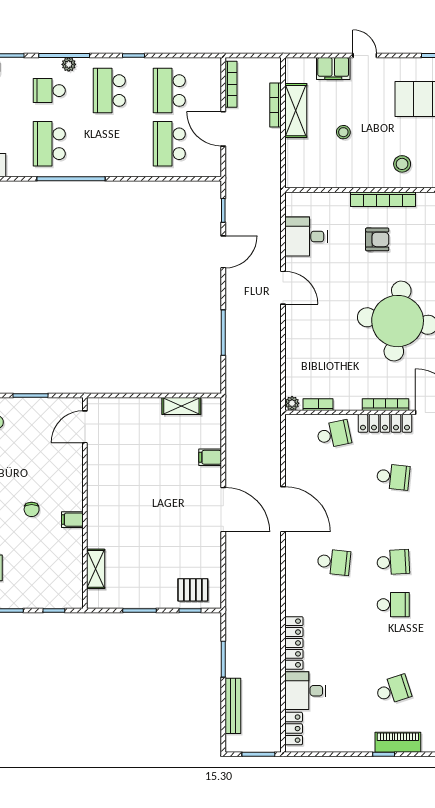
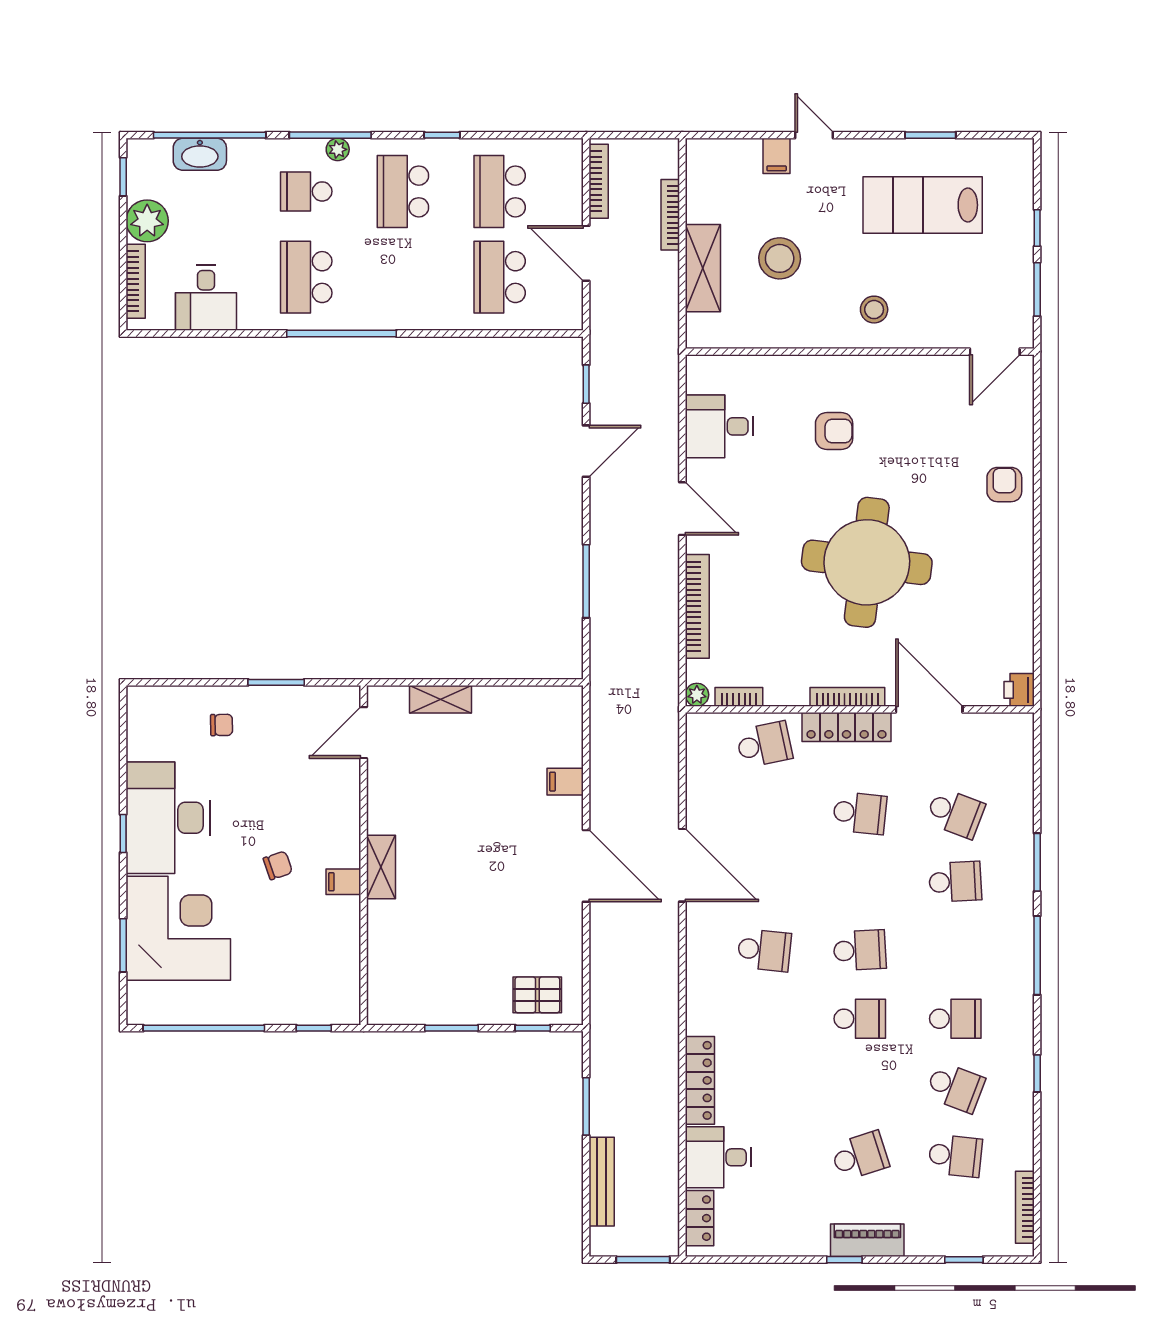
filing cabinet: (333, 68) -> (777, 156), width x0.50
shelving: (296, 111) -> (703, 268), moved
stool: (343, 132) -> (780, 258), width x1.89, depth x1.89
bookcase: (383, 199) -> (697, 606), moved, turned -90
shelving: (181, 406) -> (440, 699), moved
chair: (32, 509) -> (278, 865), turned -109
shelving: (96, 569) -> (381, 867), moved

